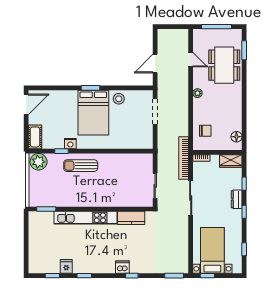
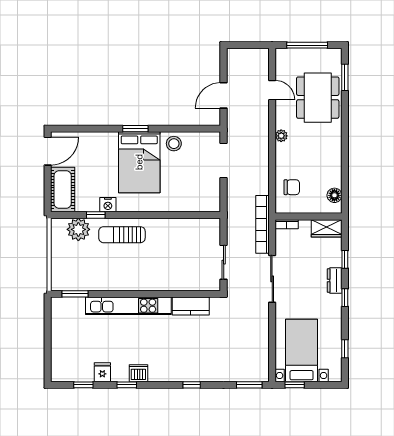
cot: (35, 137) -> (63, 189), width x1.37, depth x1.34
plant: (38, 162) -> (78, 229), moved
dishwasher: (122, 267) -> (138, 373), moved

